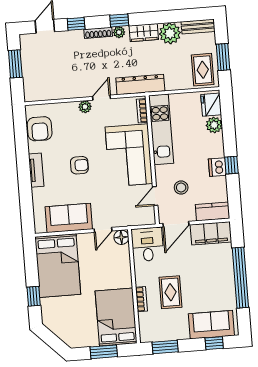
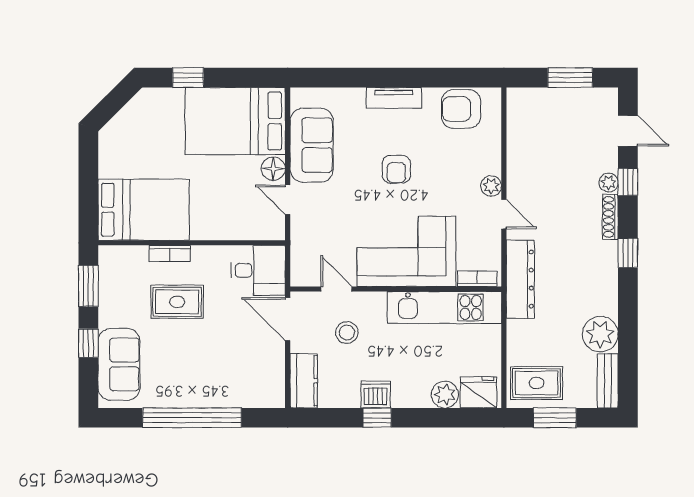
plant: (119, 32) -> (609, 183), moved
wardrobe: (144, 33) -> (605, 291), removed
filing cabinet: (211, 233) -> (268, 375), removed
floor lamp: (121, 237) -> (273, 169), moved
window: (214, 343) -> (88, 343), moved
window: (104, 352) -> (88, 185), removed

